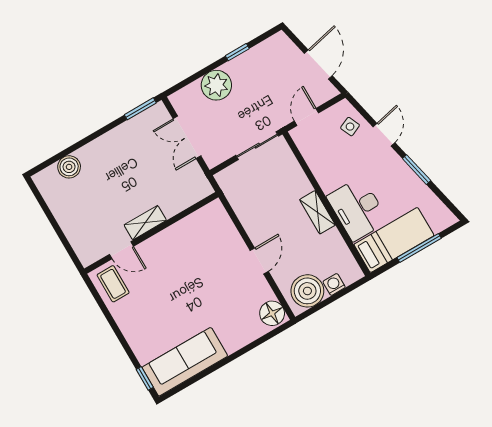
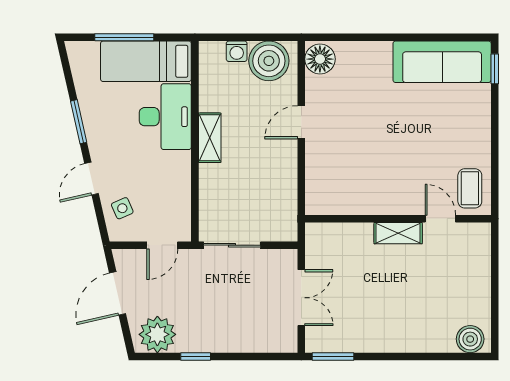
plant: (216, 85) -> (157, 334), moved
boiler: (69, 167) -> (470, 339), moved

